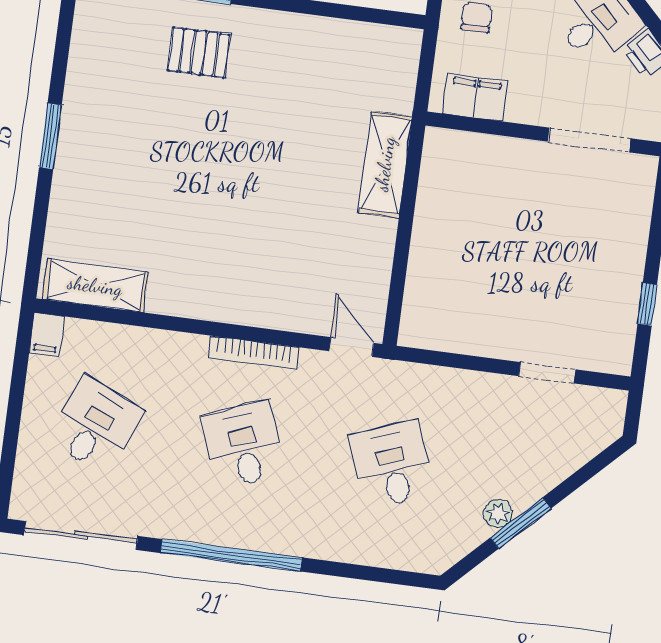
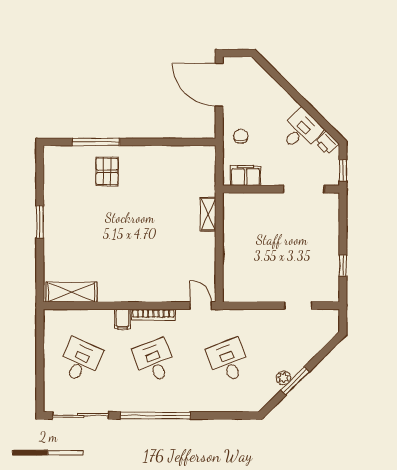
pallet: (199, 52) -> (107, 171), turned 90
shelving: (385, 164) -> (208, 214), width x0.67, depth x0.75
filing cabinet: (47, 334) -> (123, 319), moved

